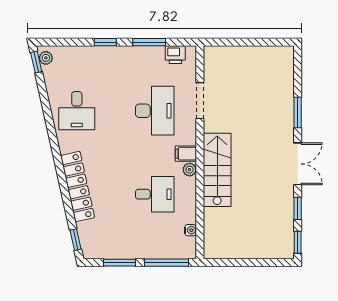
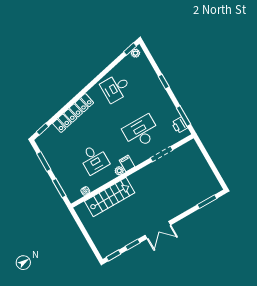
window: (149, 42) -> (184, 116), moved
desk: (155, 111) -> (141, 132), turned 180
window: (298, 113) -> (207, 202), moved
stairs: (217, 170) -> (110, 197), moved
window: (166, 263) -> (59, 188), width x0.69

